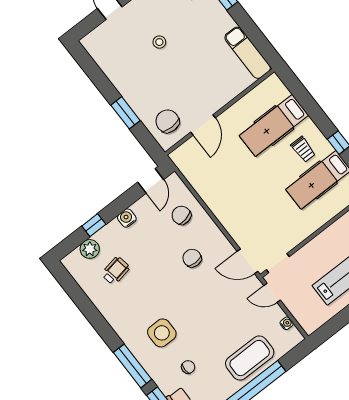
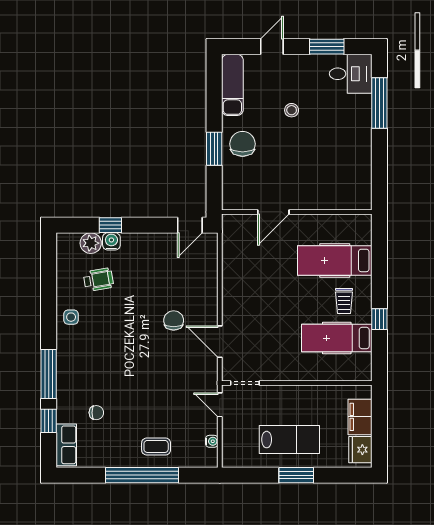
exam couch: (248, 53) -> (232, 85), moved, turned 180
chair: (167, 121) -> (243, 144), moved
chair: (181, 215) -> (193, 276), removed
water cooler: (127, 218) -> (111, 241), moved
door: (248, 261) -> (220, 342), moved
side table: (162, 333) -> (71, 317), moved, width x0.54, depth x0.54
coffee table: (250, 358) -> (156, 446), width x0.54, depth x0.58

